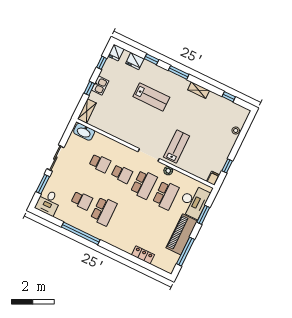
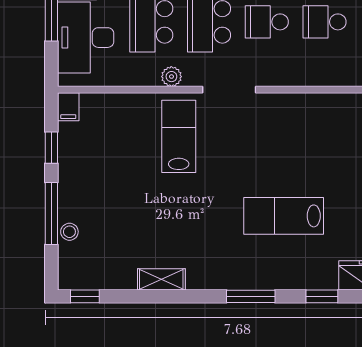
shelving: (199, 90) -> (161, 279), moved
window: (229, 97) -> (85, 296), moved
window: (239, 141) -> (51, 213), added
lab bench: (177, 147) -> (179, 136), turned 180

